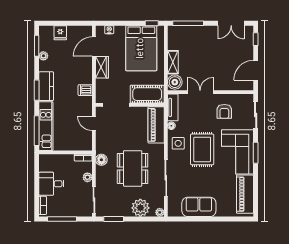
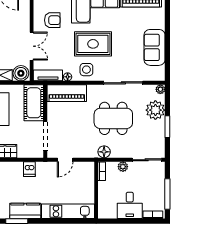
window: (37, 90) -> (17, 221), moved
double door: (200, 92) -> (32, 46), swing flipped
window: (37, 131) -> (73, 221), removed
window: (114, 219) -> (167, 127), moved

